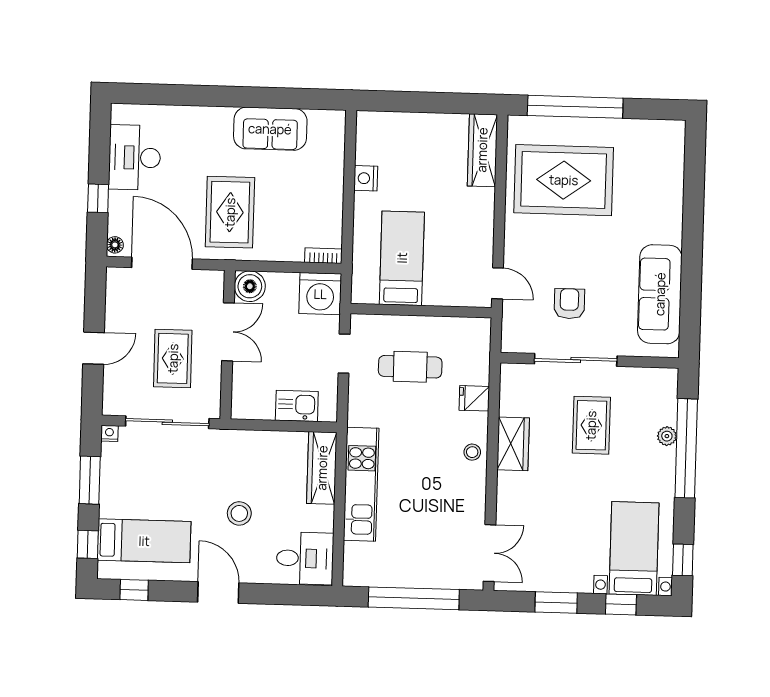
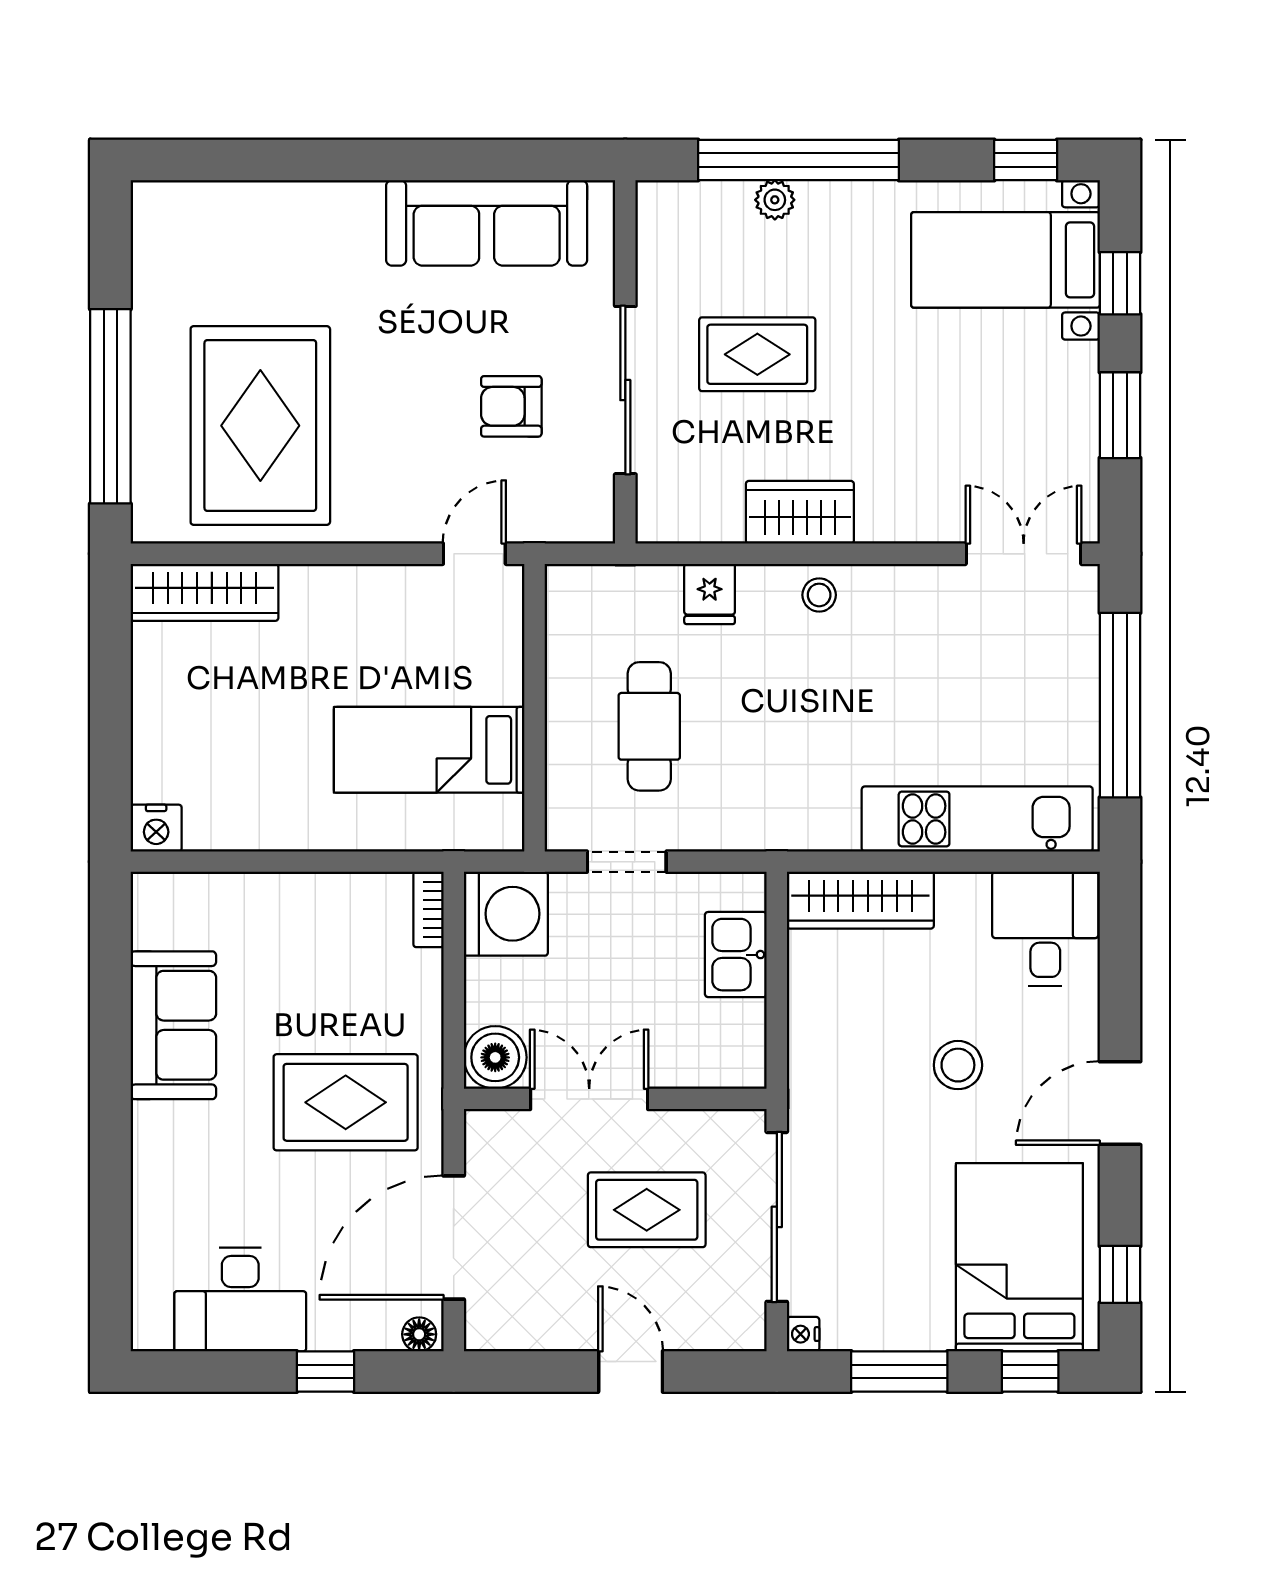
nightstand: (366, 178) -> (156, 828), moved
kitchen unit: (361, 484) -> (977, 819), moved
bed: (144, 541) -> (1019, 1257), width x1.50

